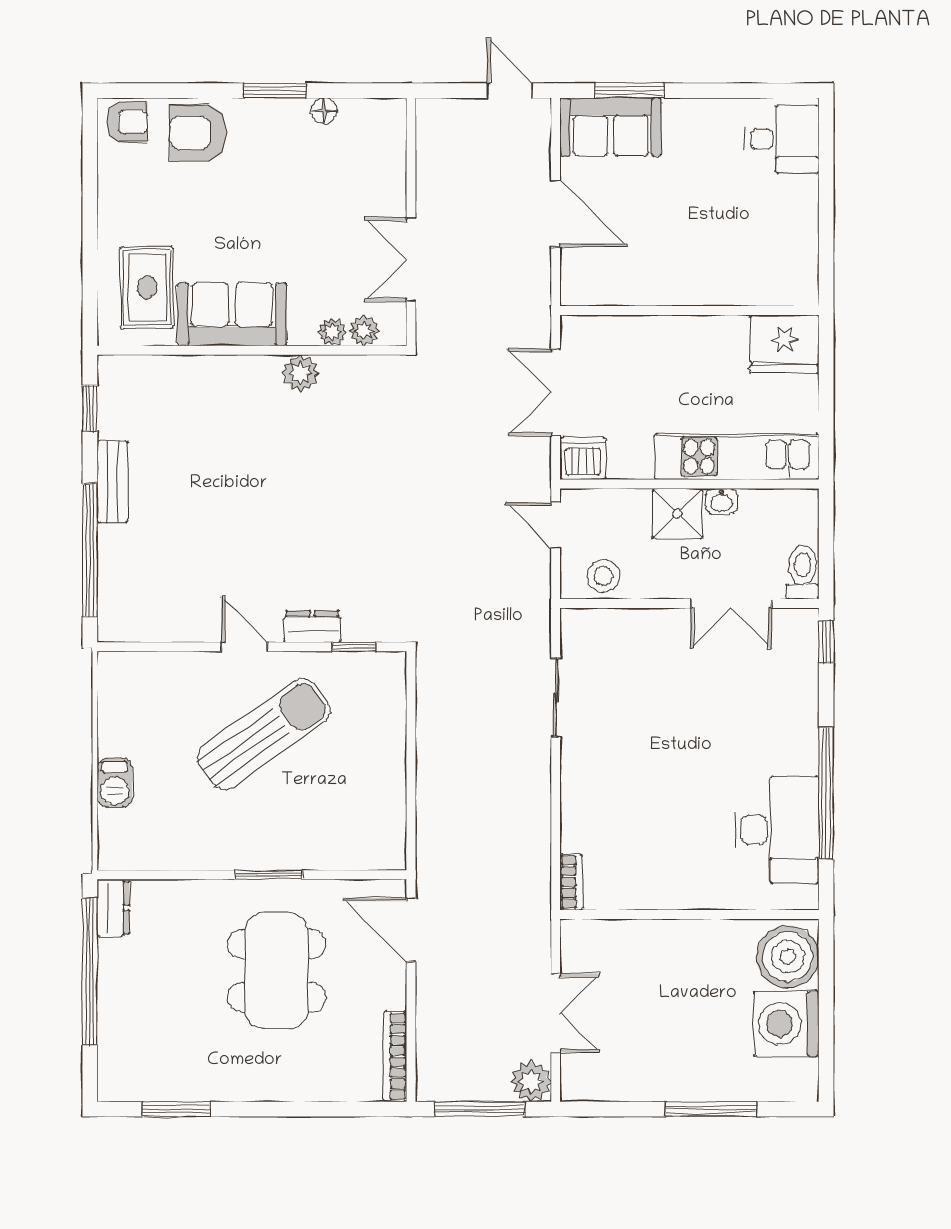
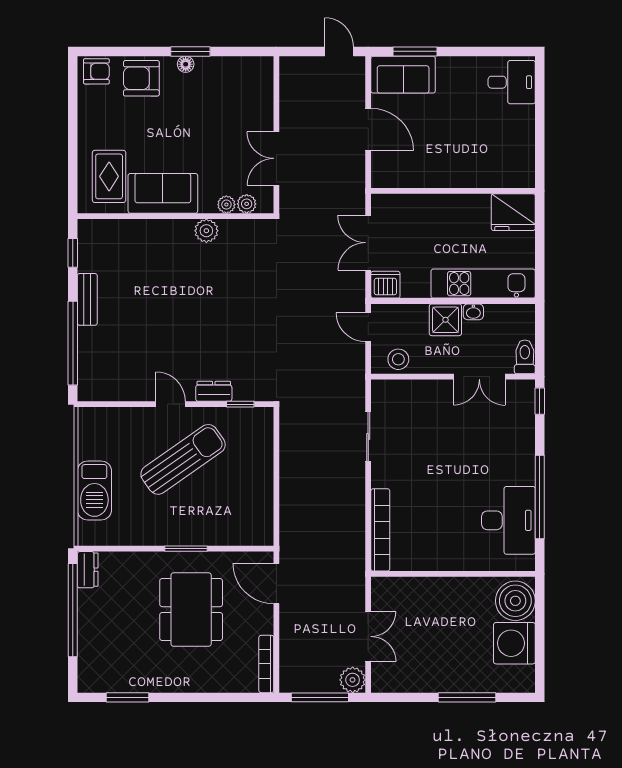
floor lamp: (324, 111) -> (186, 64), moved
barbecue: (115, 783) -> (94, 490), width x1.88, depth x1.53
bookcase: (571, 882) -> (380, 530), width x2.31, depth x1.31

